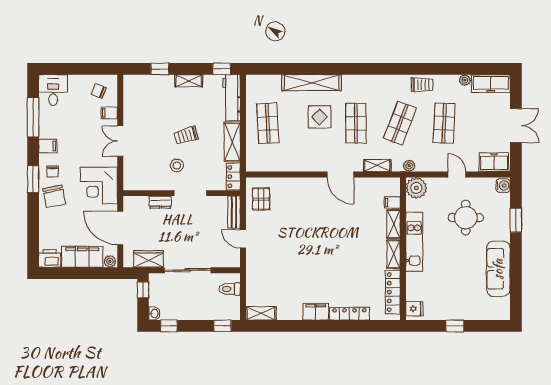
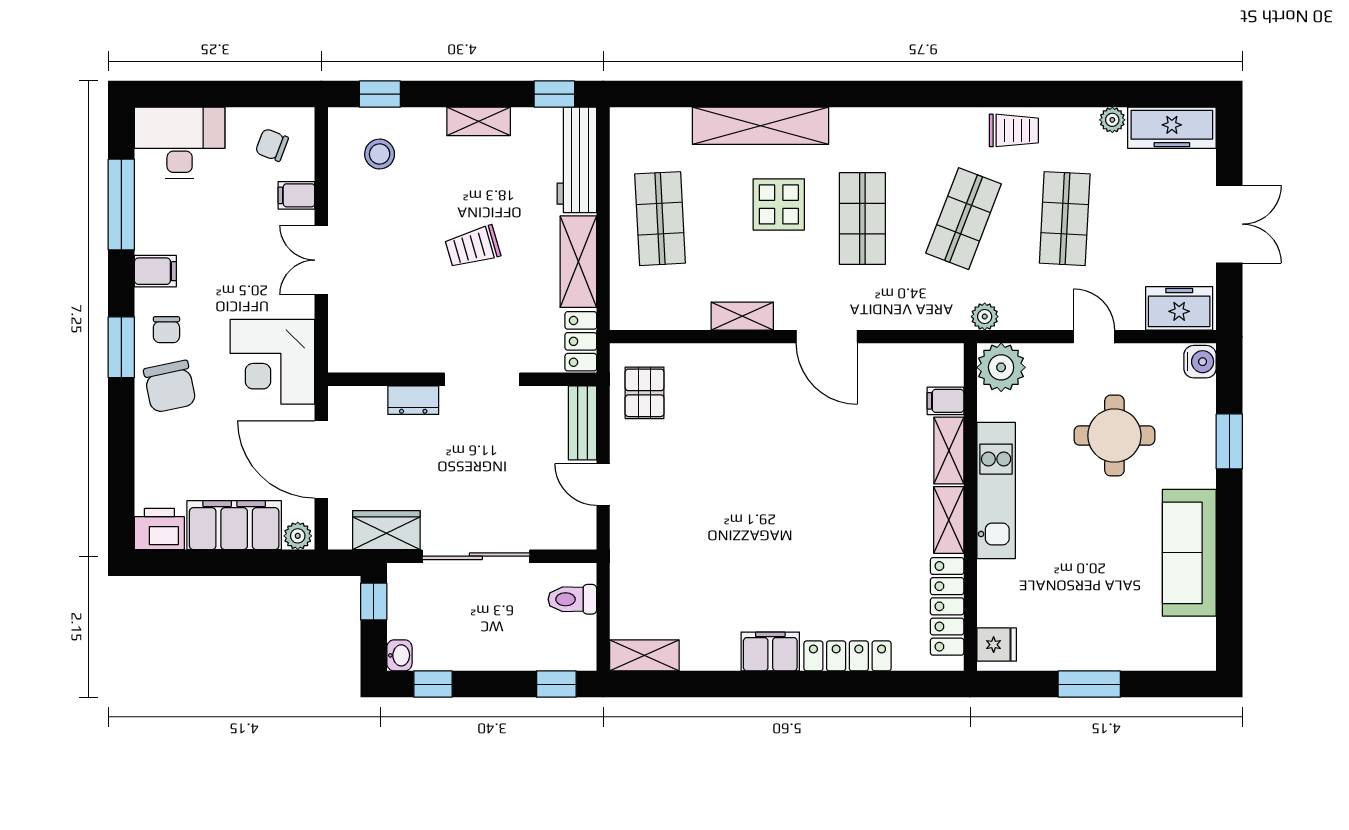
window: (160, 69) -> (380, 94), moved
desk: (53, 90) -> (180, 143), width x1.37
stool: (177, 165) -> (380, 154), moved
shelving: (377, 166) -> (742, 316), moved
window: (455, 326) -> (1089, 684), width x1.50

